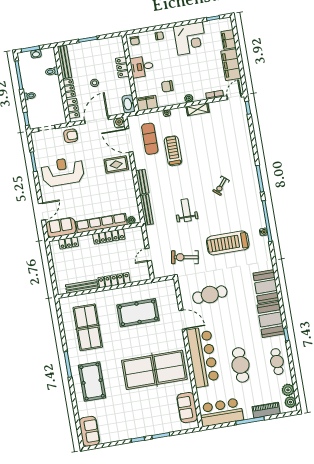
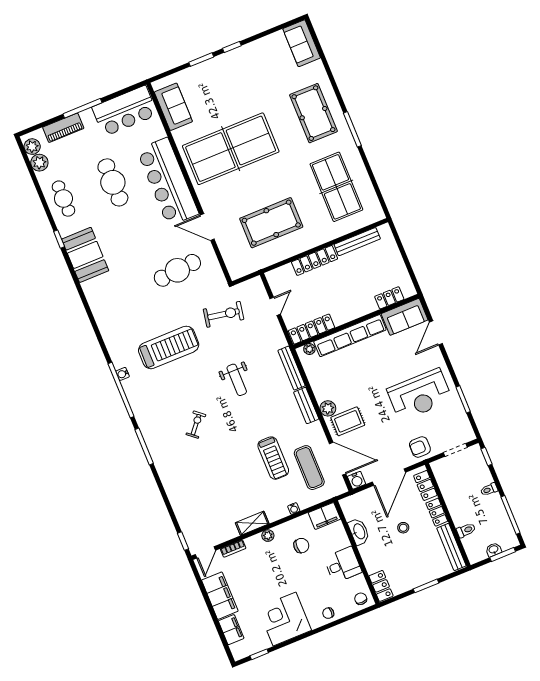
locker: (122, 67) -> (381, 586), moved
washbasin: (128, 104) -> (359, 532), moved
plant: (128, 176) -> (328, 408), added
locker: (109, 236) -> (312, 329), moved
booth: (266, 287) -> (102, 299), removed

